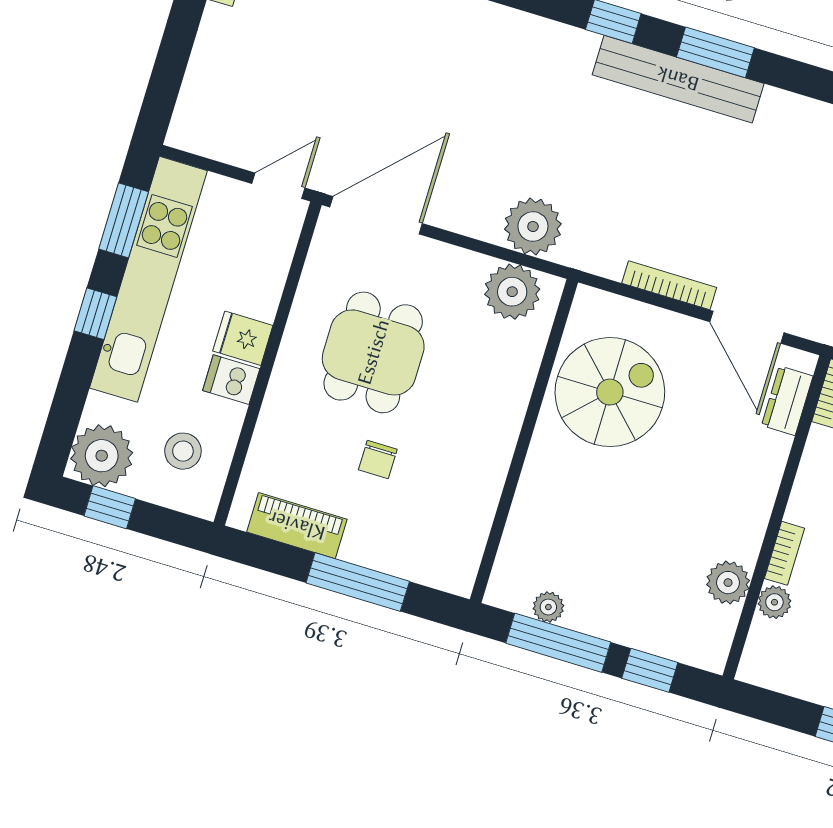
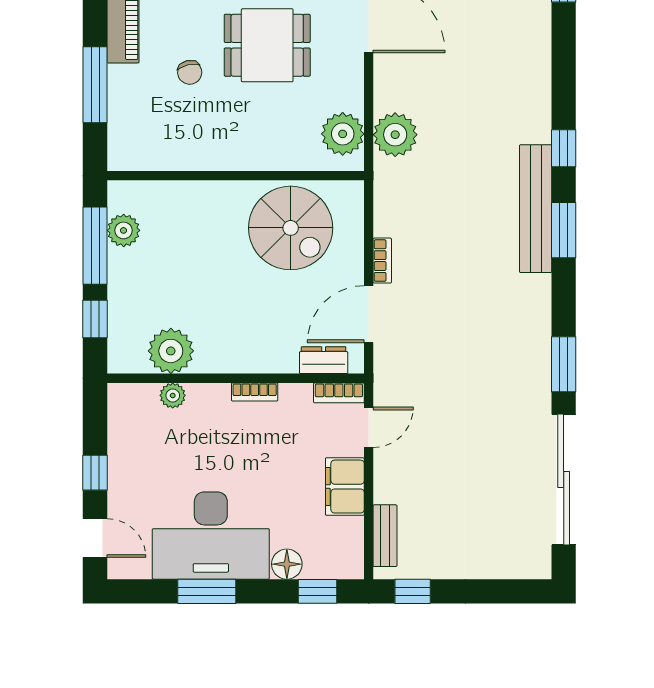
bookcase: (669, 285) -> (382, 261), width x0.64
chair: (378, 459) -> (190, 72), turned -103
bookcase: (784, 553) -> (255, 392), moved
plant: (728, 583) -> (171, 351), width x1.36, depth x1.36
plant: (548, 607) -> (124, 230), width x1.38, depth x1.38

